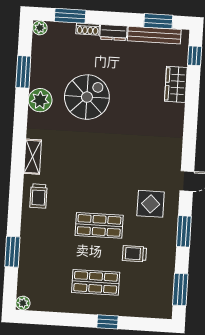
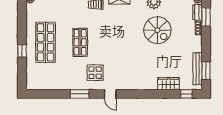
dresser: (113, 33) -> (197, 12), moved
trolley: (135, 254) -> (64, 65), removed
shop shelf: (96, 282) -> (46, 42), width x1.43, depth x1.36
window: (180, 290) -> (44, 94), removed

